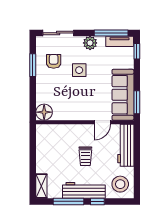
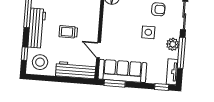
window: (111, 33) -> (181, 53), moved
window: (97, 201) -> (25, 54), moved

